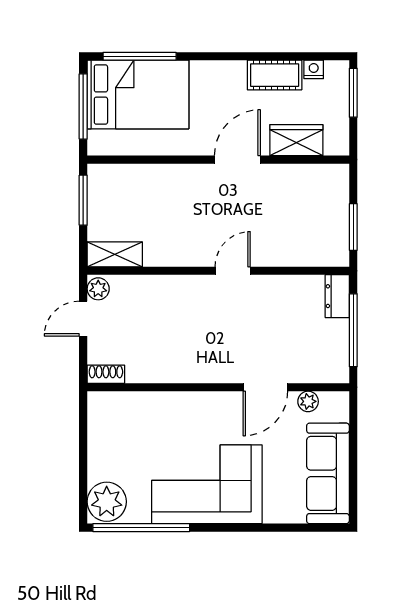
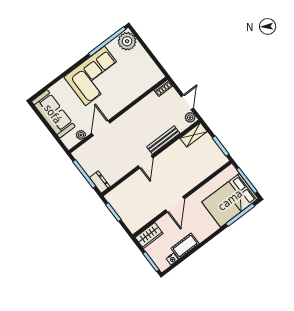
wardrobe: (296, 140) -> (149, 235), moved
bench: (174, 285) -> (163, 140), added

